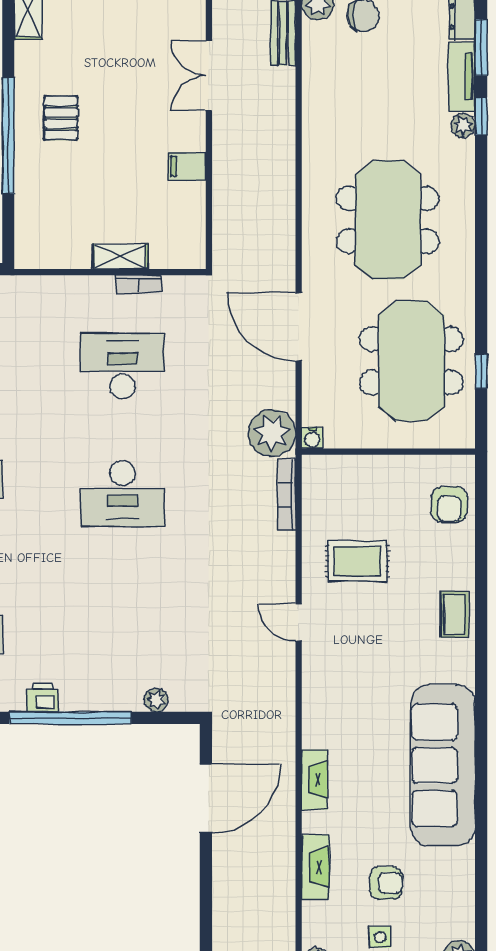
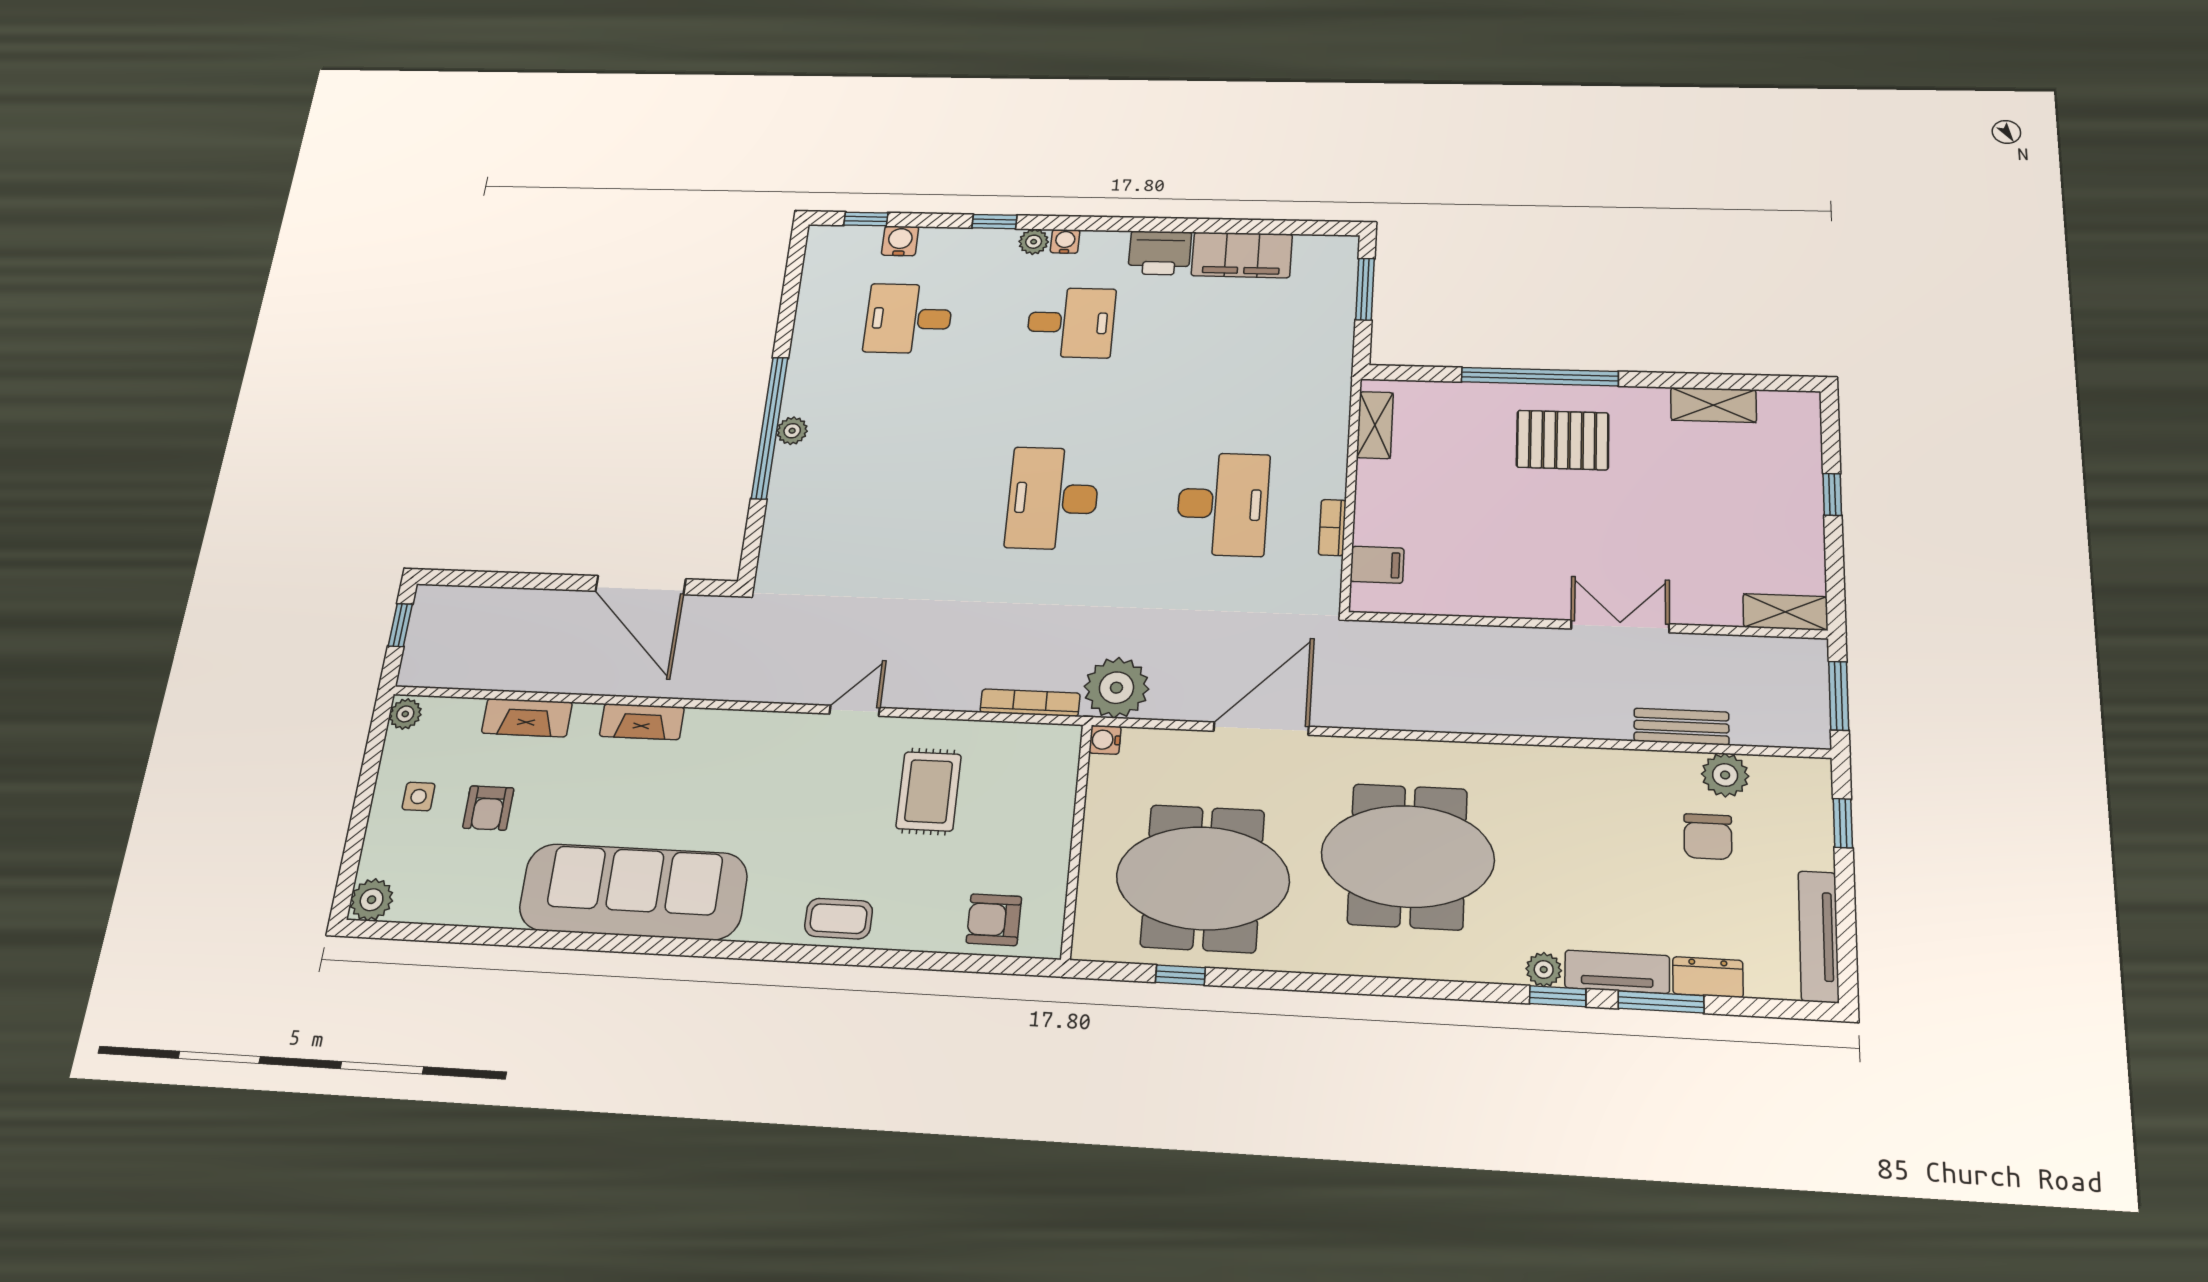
pallet: (61, 118) -> (1563, 440), width x1.50, depth x1.42
filing cabinet: (187, 166) -> (1377, 565), moved, turned 90
shelving: (120, 257) -> (1375, 425), moved
printer: (42, 698) -> (800, 396), removed
plant: (156, 700) -> (792, 431), moved

